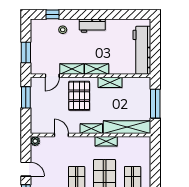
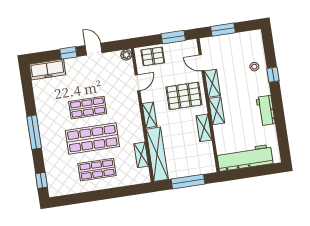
window: (52, 14) -> (273, 75), moved
workbench: (92, 26) -> (266, 110), moved
pallet: (40, 118) -> (153, 56), added
shelving: (106, 141) -> (141, 155), moved
door: (26, 169) -> (94, 49), swing flipped

